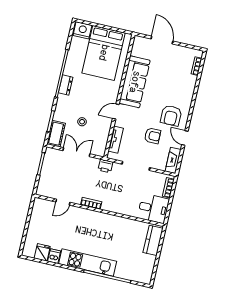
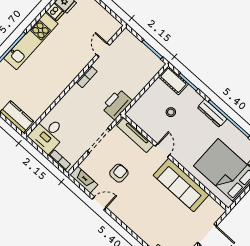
dresser: (66, 85) -> (212, 113), width x1.44
armchair: (171, 116) -> (128, 202), removed
armchair: (153, 136) -> (119, 173), turned 180
tv unit: (116, 140) -> (135, 135), width x1.41
double door: (76, 152) -> (144, 90), removed
printer: (105, 166) -> (117, 104), width x1.87, depth x1.48

